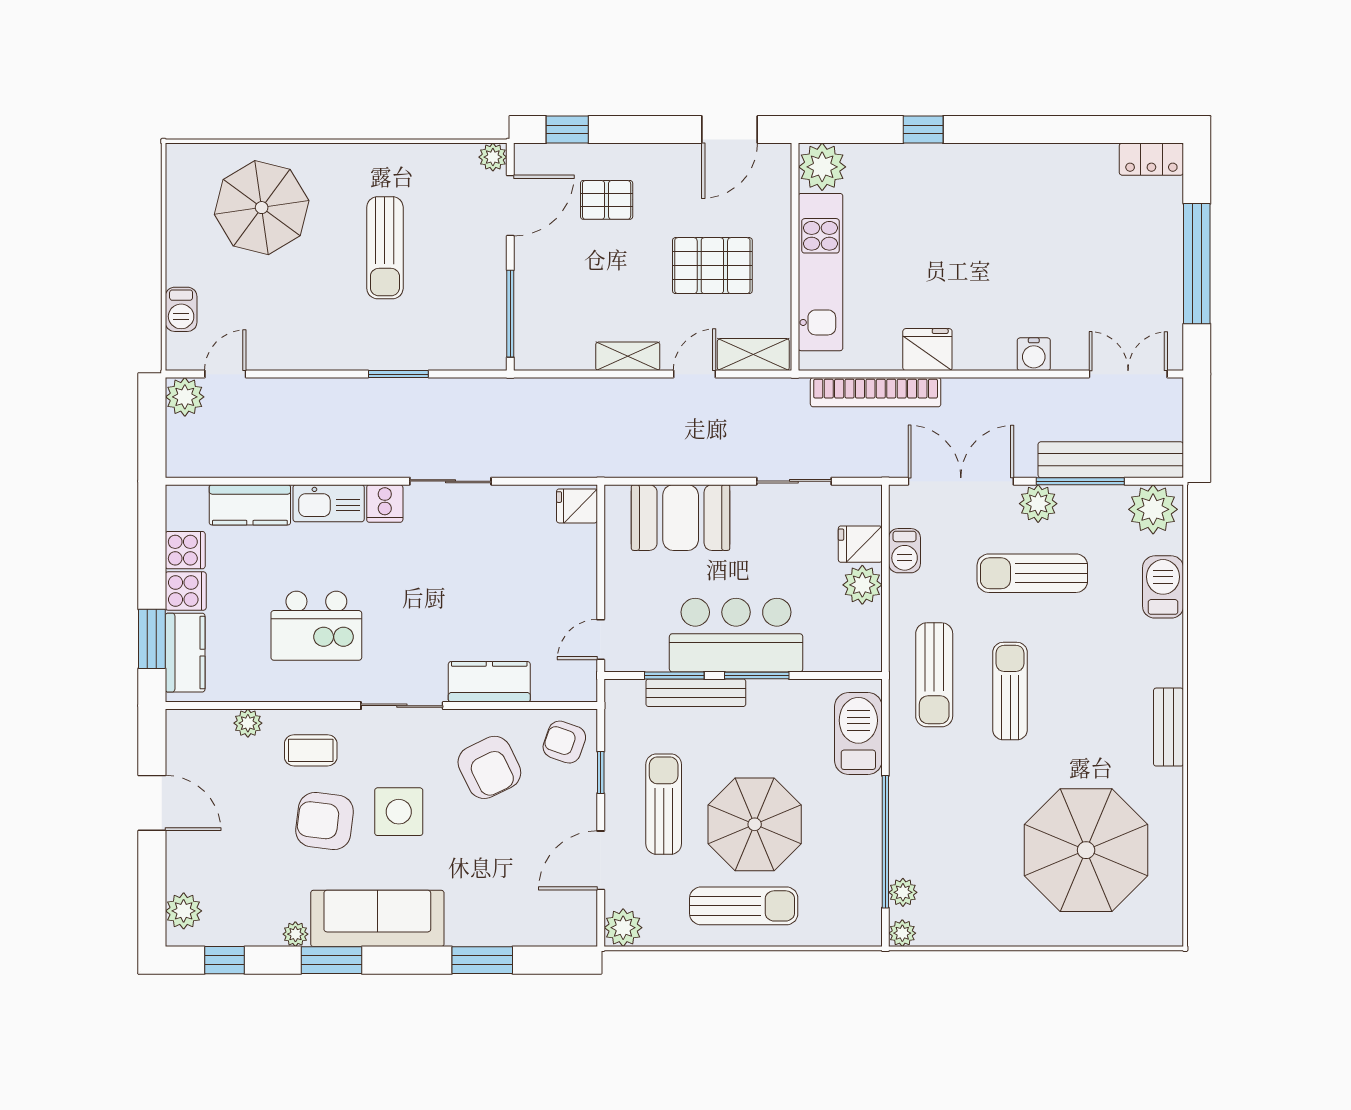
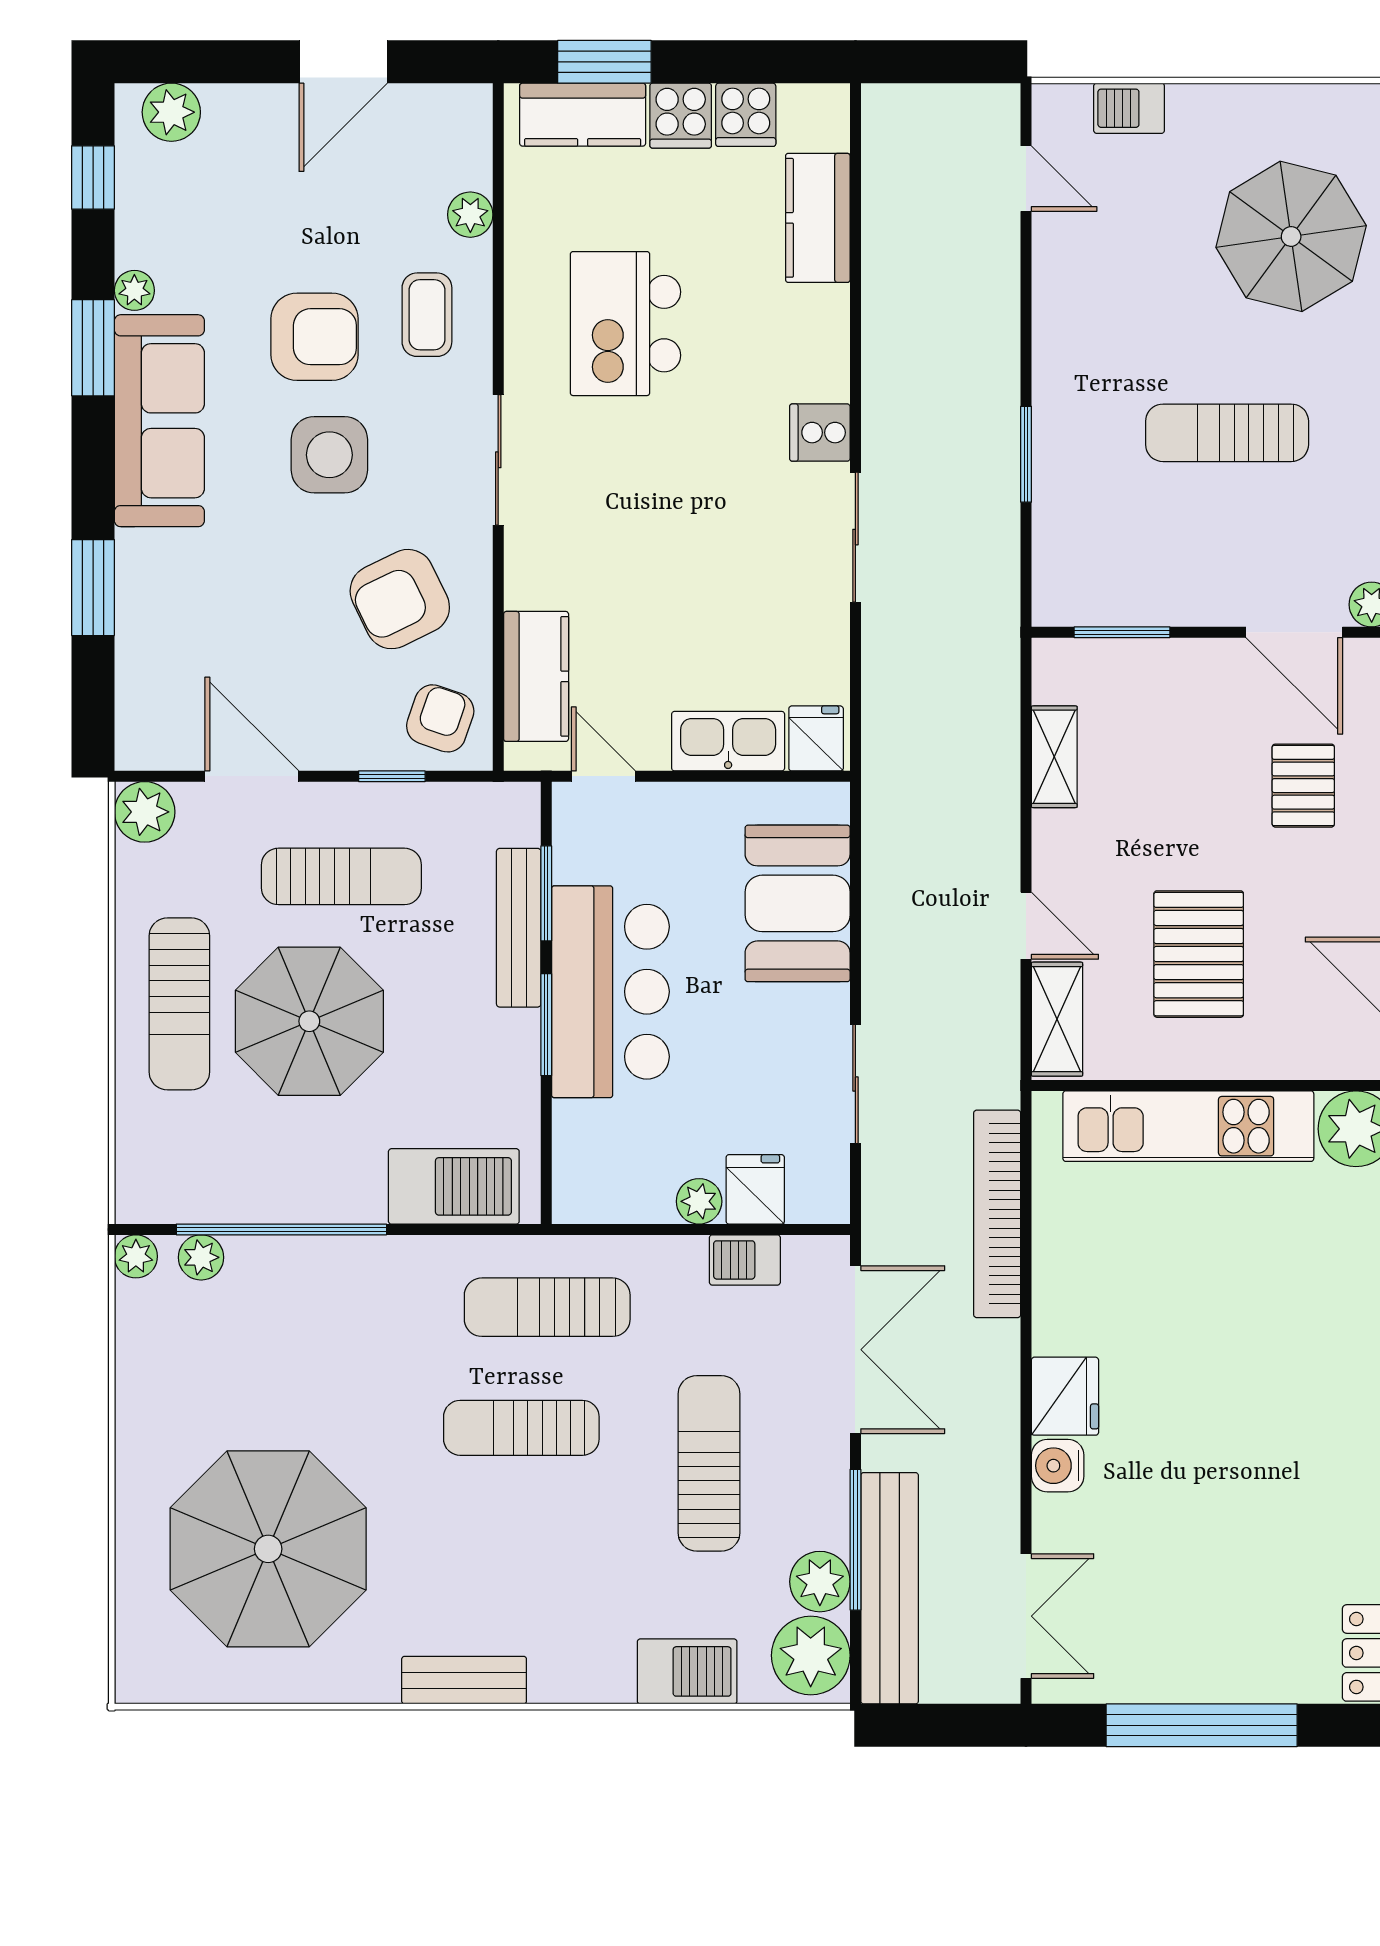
window: (510, 314) -> (1122, 632), width x0.69
fridge: (927, 350) -> (1065, 1396), moved
shelving: (628, 356) -> (1054, 757), moved
plant: (185, 397) -> (990, 114), removed
kitchen sink: (329, 503) -> (728, 741), moved, turned 90
plant: (1038, 504) -> (820, 1582), moved
plant: (862, 585) -> (699, 1201), width x0.73, depth x0.73
kitchen counter: (489, 682) -> (536, 676), moved
sun lounger: (1010, 691) -> (521, 1428), turned 180
armchair: (325, 821) -> (314, 337), turned 83

